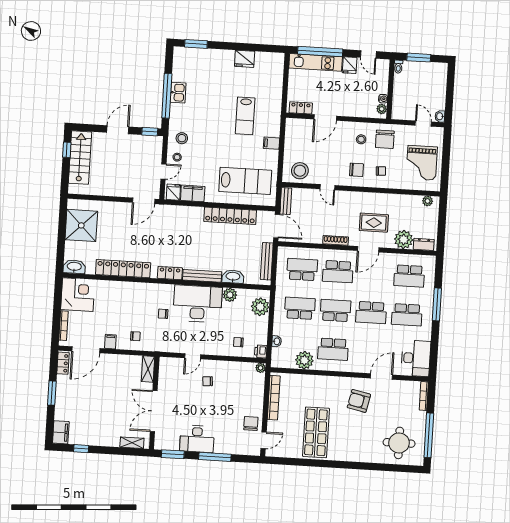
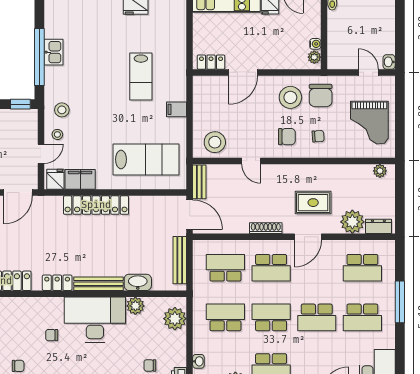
stool: (361, 139) -> (290, 97), width x1.89, depth x1.89
locker: (230, 216) -> (96, 205), moved

